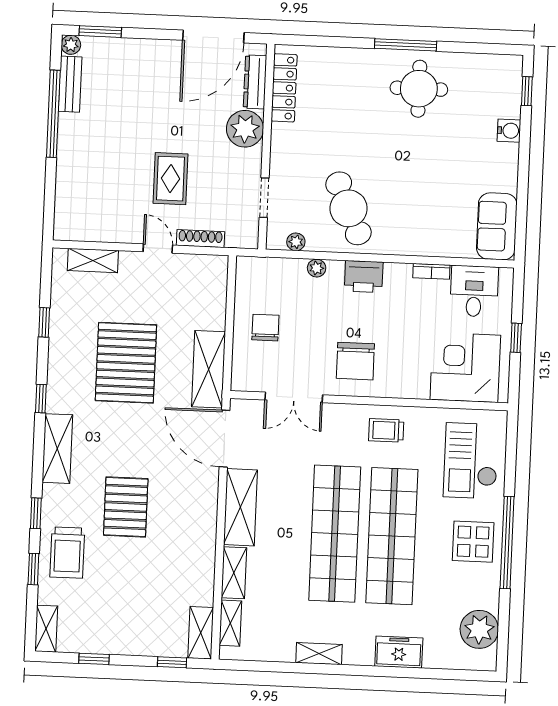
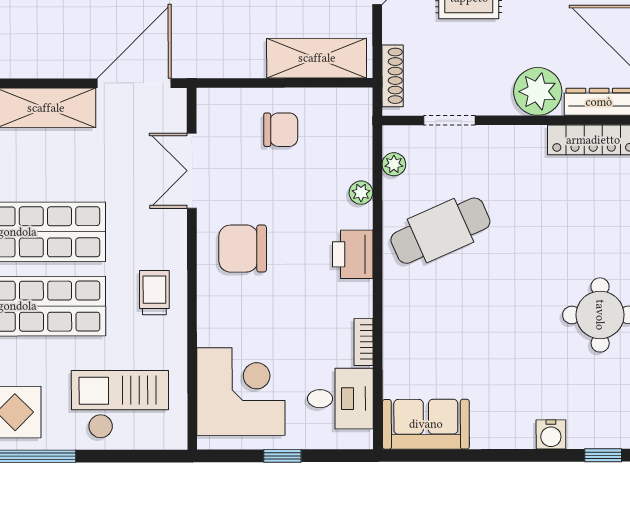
shoe rack: (200, 239) -> (393, 76), moved
shelving: (209, 369) -> (317, 58), moved

